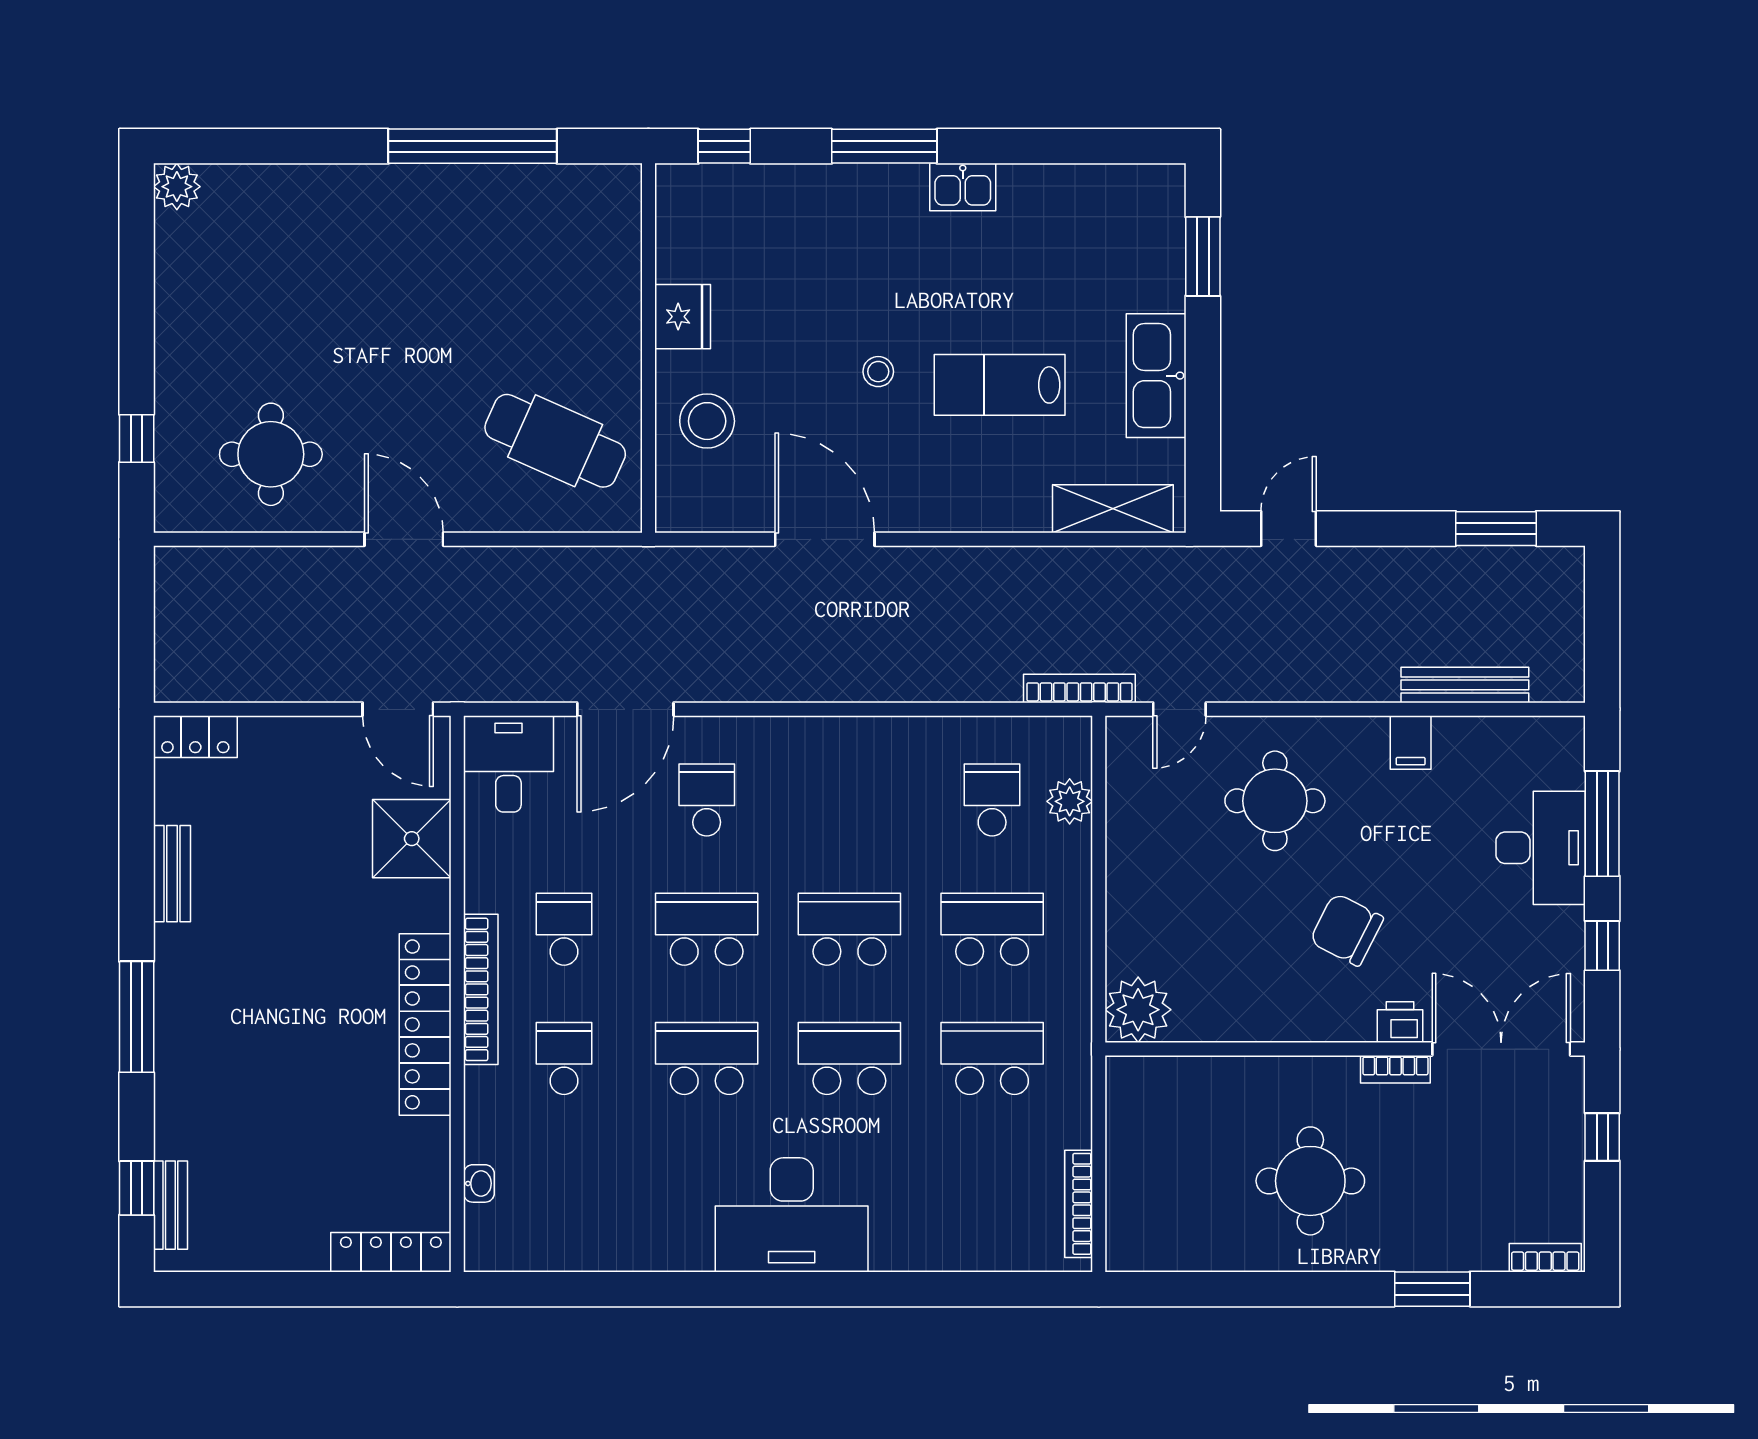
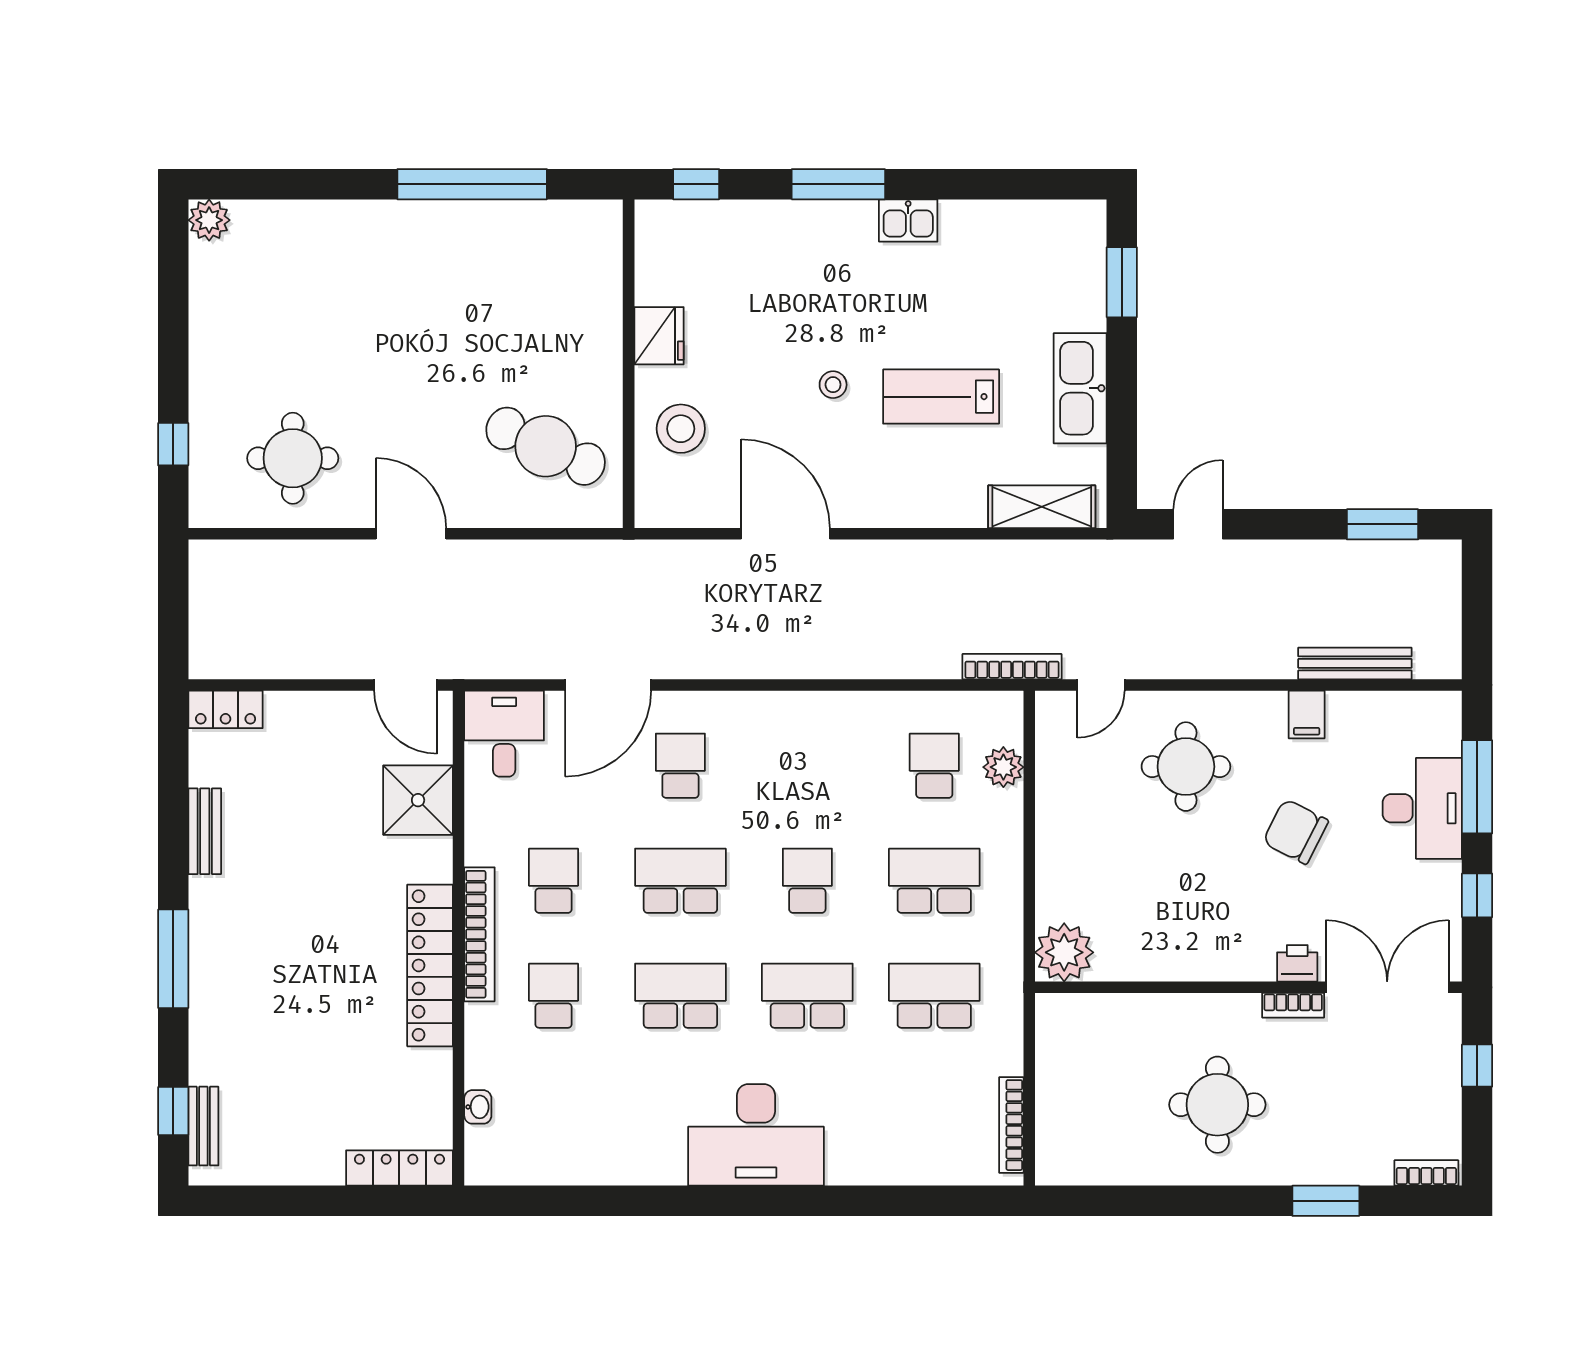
school desk: (849, 929) -> (807, 881), width x0.54
chair: (1347, 930) -> (1296, 832), moved

